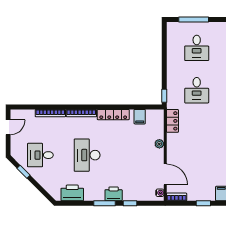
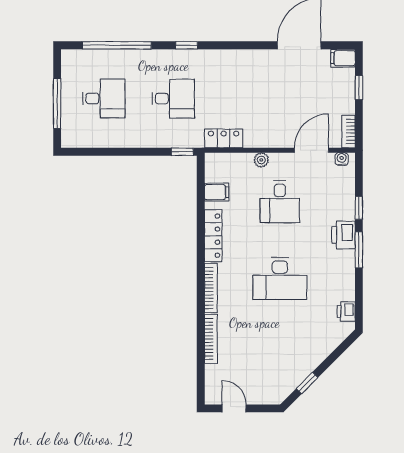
desk: (40, 155) -> (280, 202), moved
printer: (72, 193) -> (346, 312), width x0.53, depth x0.68

